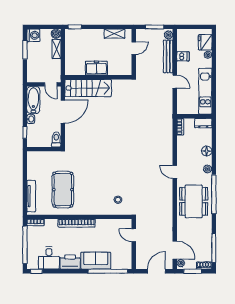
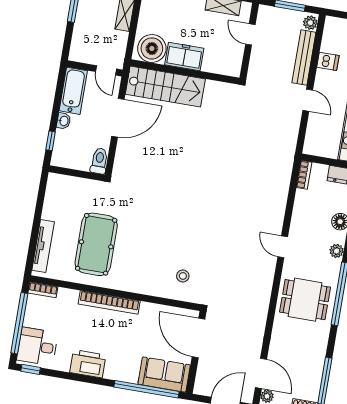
door: (134, 48) -> (250, 34), swing flipped
boiler: (76, 67) -> (152, 48), added
dining table: (194, 201) -> (305, 300), width x0.73
door: (134, 235) -> (198, 338), width x1.88
desk: (49, 258) -> (37, 346), moved, turned 90
sofa: (96, 261) -> (164, 375), moved

